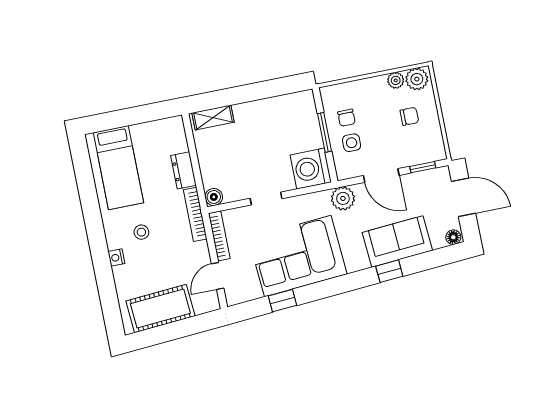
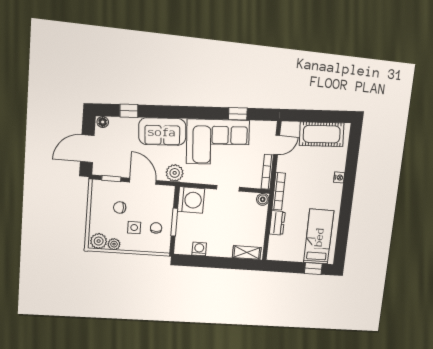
washing machine: (280, 105) -> (199, 249), added
chair: (409, 116) -> (120, 207), moved
window: (111, 120) -> (313, 269), added
side table: (352, 143) -> (134, 228), moved
door: (464, 197) -> (87, 149), hinge flipped
stool: (141, 232) -> (318, 190), removed
sofa: (397, 241) -> (162, 132), moved
window: (389, 271) -> (129, 111), moved

